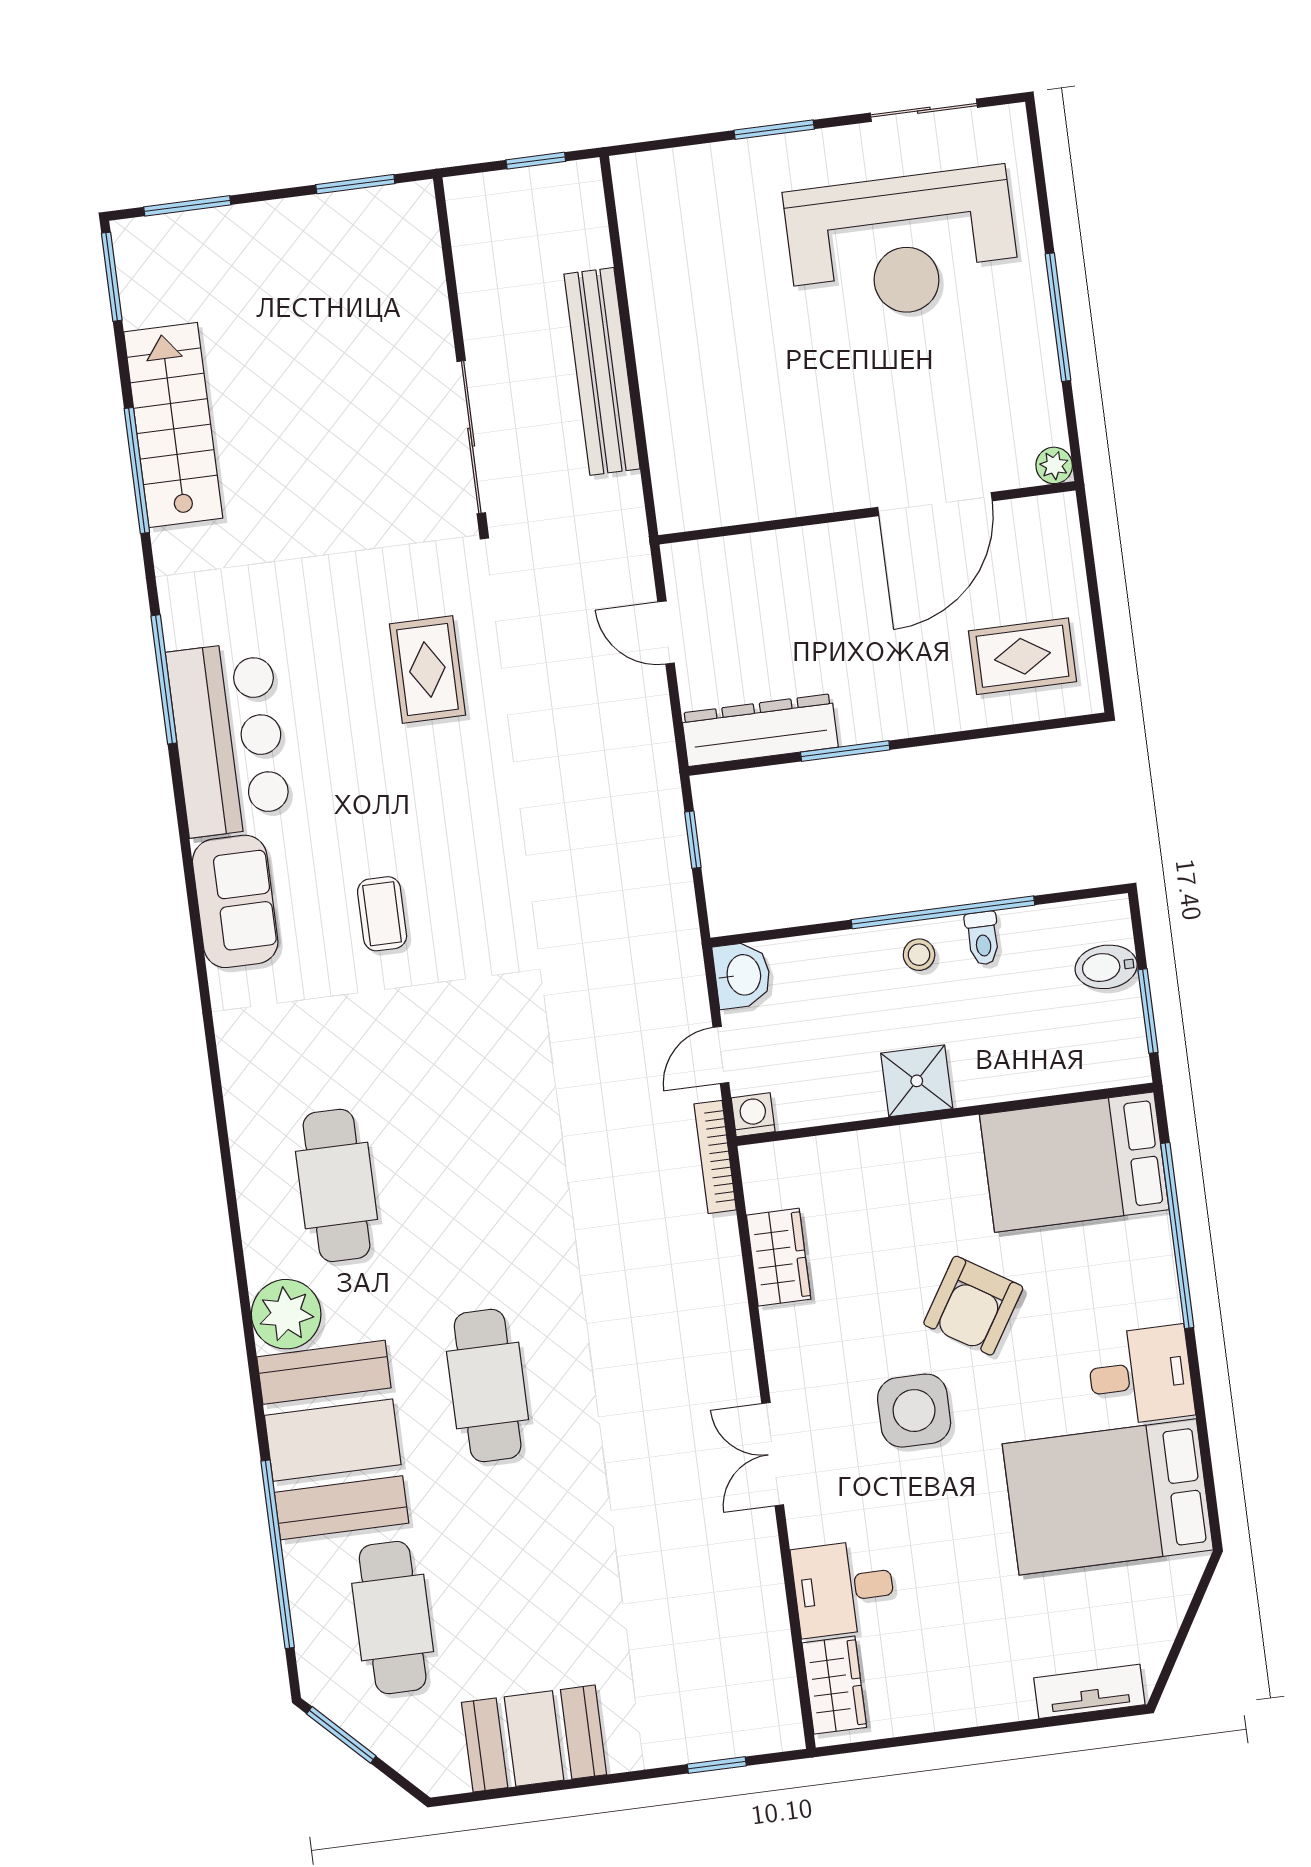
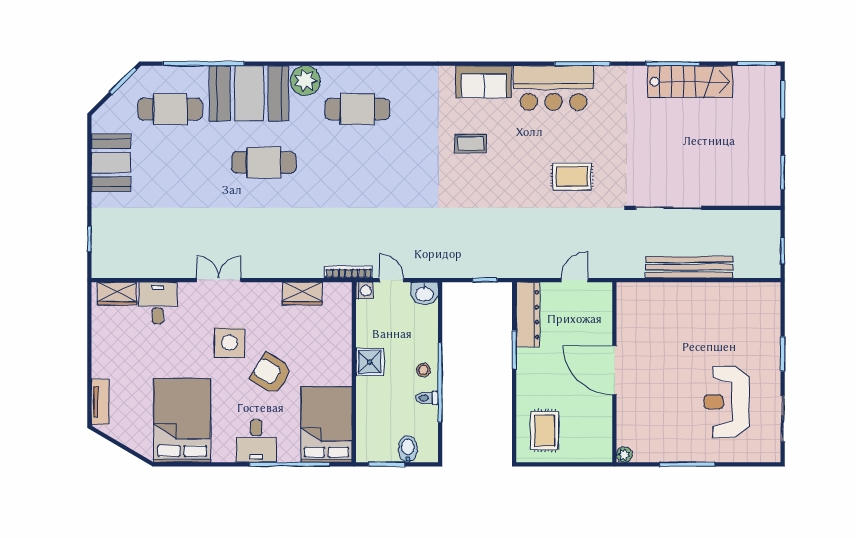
reception desk: (902, 245) -> (727, 402), width x0.74, depth x0.77
door: (935, 504) -> (614, 370), moved
desk: (1140, 1376) -> (256, 441), moved

